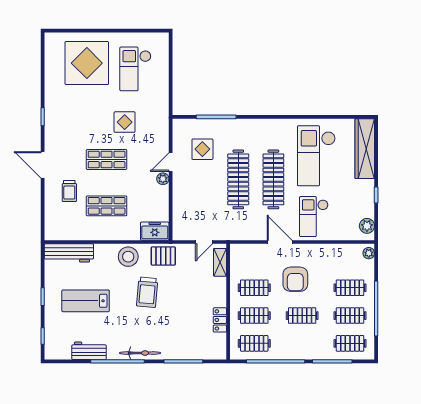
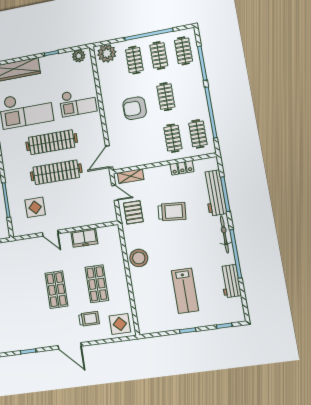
display table: (125, 122) -> (120, 324), moved
door: (43, 165) -> (70, 346), hinge flipped
plant: (163, 179) -> (66, 238), removed
freezer: (155, 231) -> (84, 238), moved, turned -90
door: (280, 242) -> (109, 157), moved
workbench: (69, 253) -> (215, 193), moved, turned 180
plant: (369, 253) -> (107, 53), width x1.88, depth x1.88
pallet: (163, 256) -> (133, 212), moved
armchair: (295, 279) -> (135, 108), turned 180
clothes rail: (254, 288) -> (148, 142), removed
trolley: (147, 292) -> (172, 212), moved

